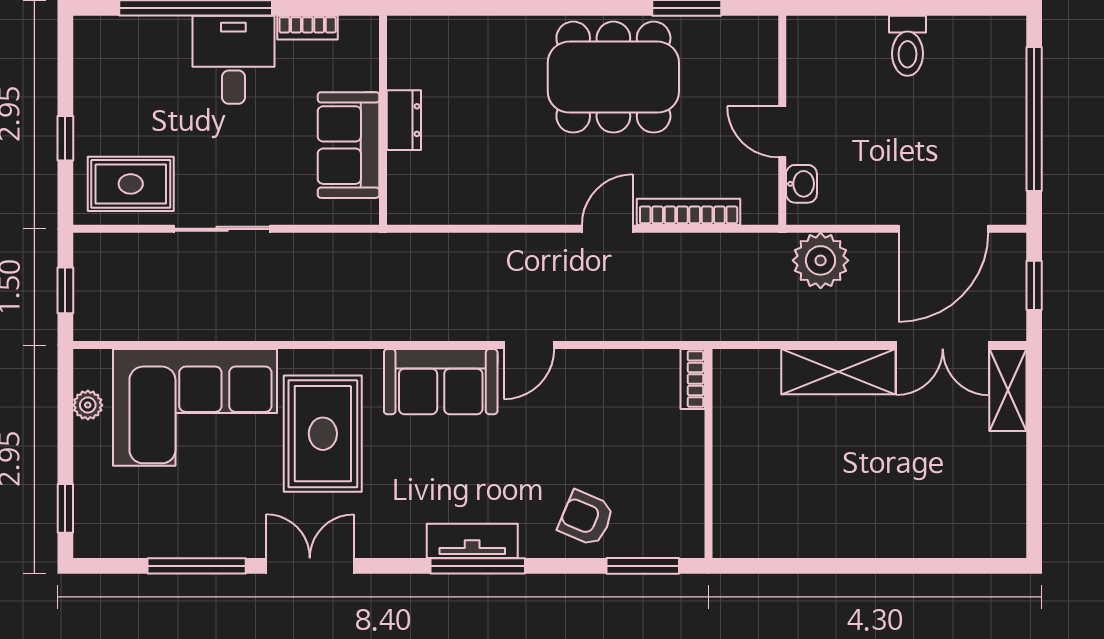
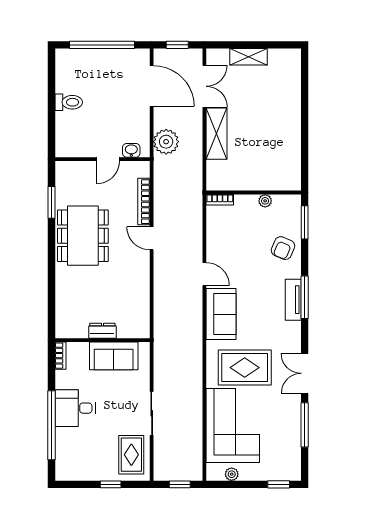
bookcase: (308, 28) -> (60, 356), moved
shelving: (1008, 390) -> (249, 57), moved
plant: (690, 479) -> (265, 201), added

